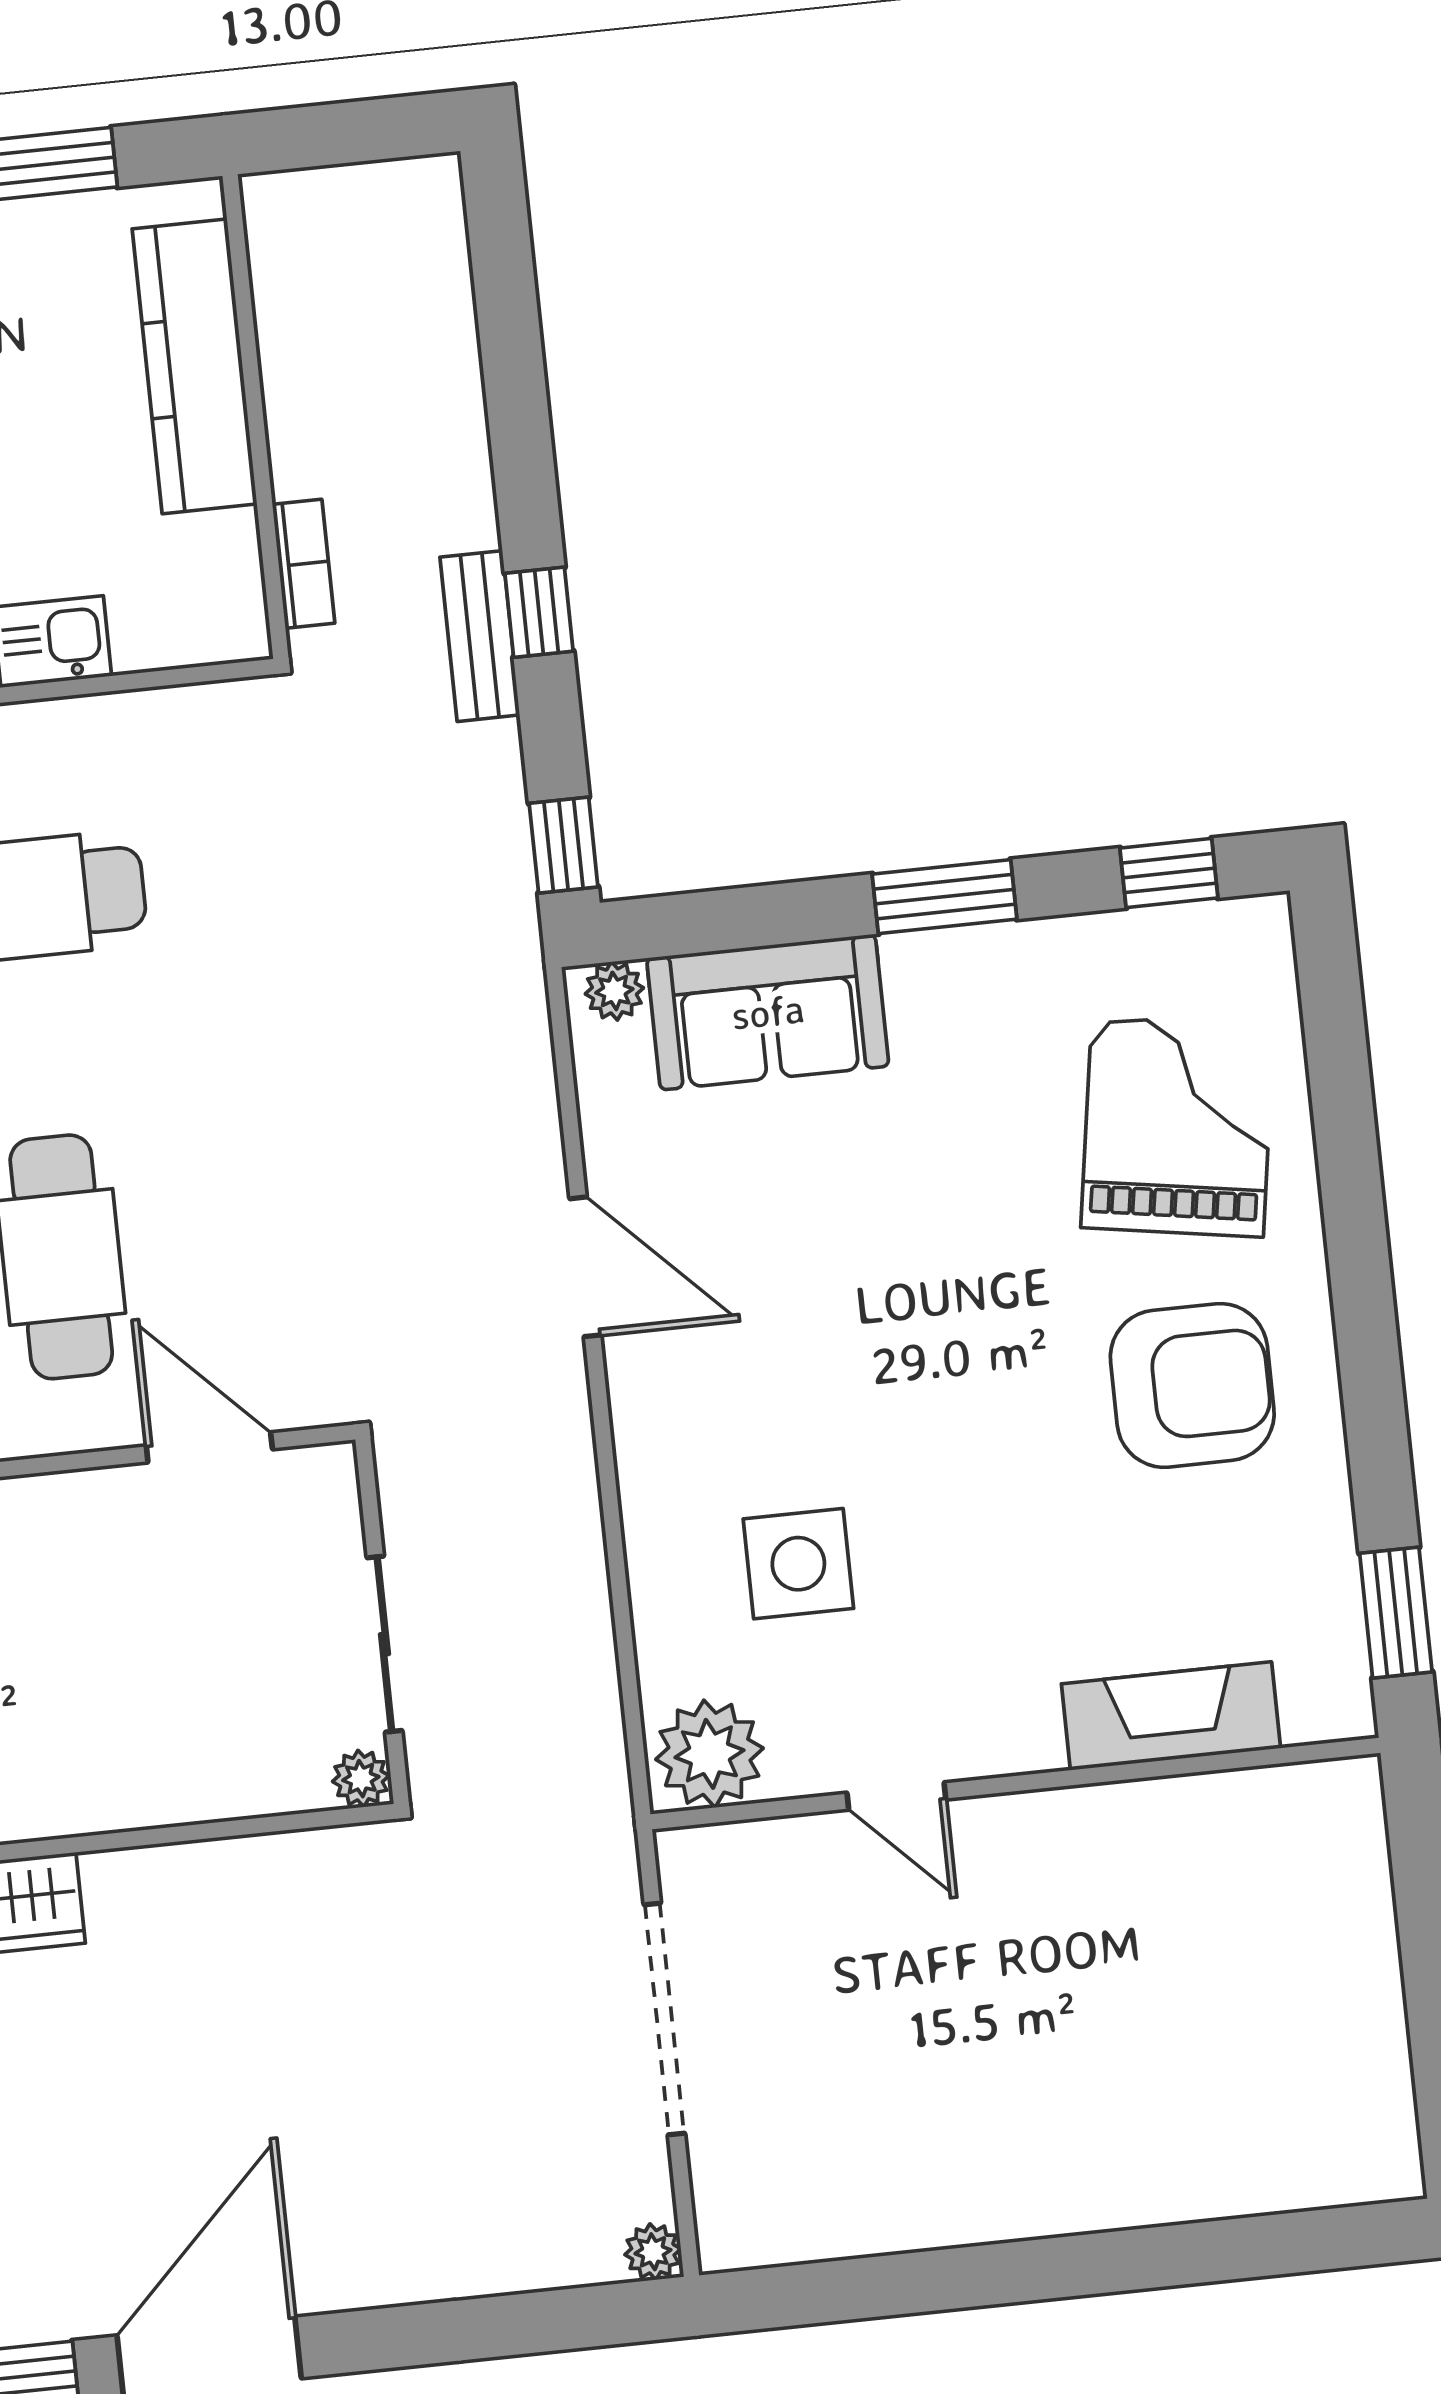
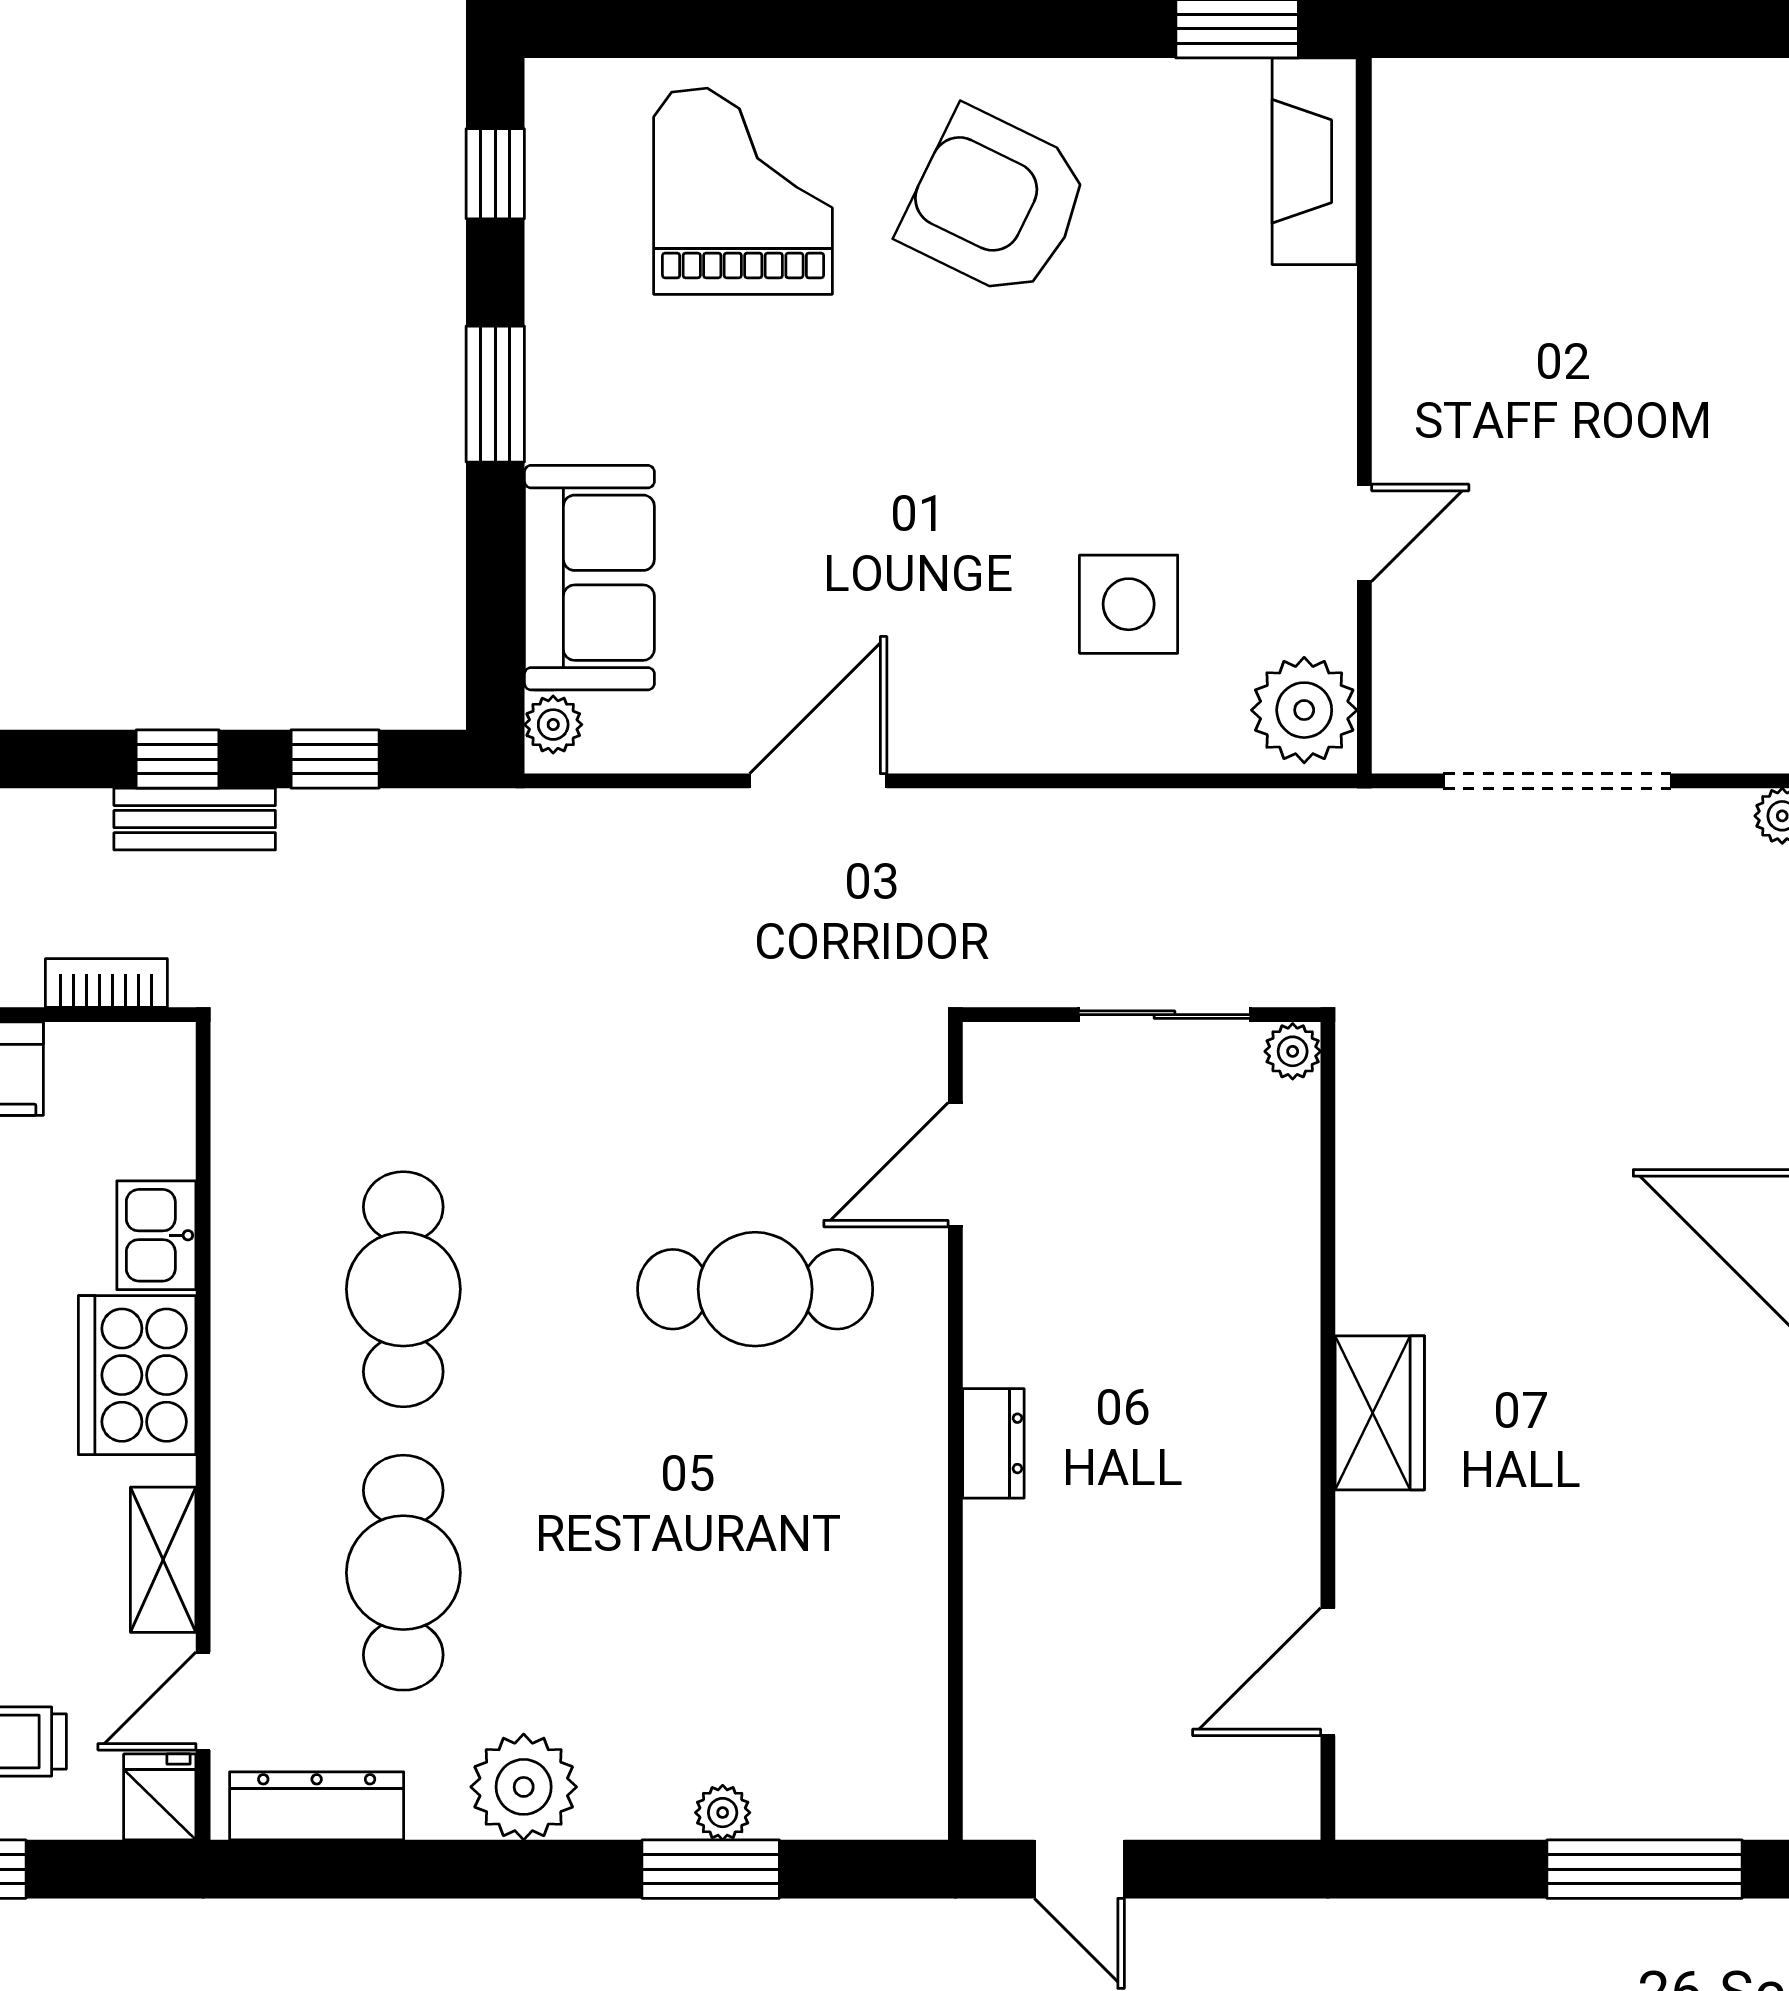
window: (564, 845) -> (335, 759), moved
grand piano: (1178, 1127) -> (743, 191), turned 81
armchair: (1192, 1385) -> (996, 203), turned -64
fireplace: (1171, 1716) -> (1315, 161), moved

